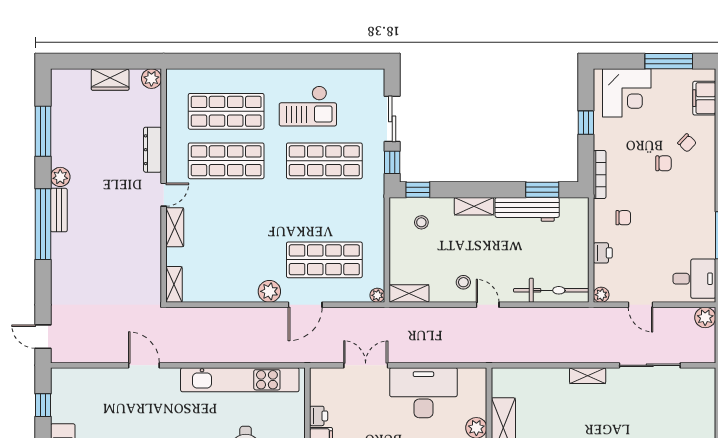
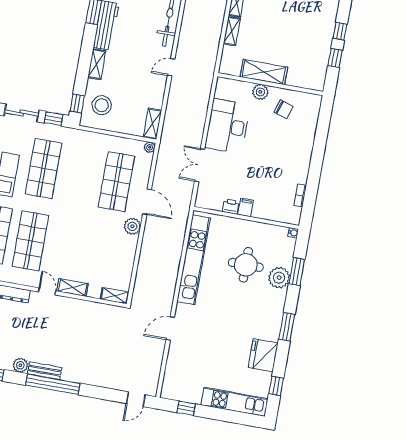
stool: (421, 222) -> (102, 105), width x1.89, depth x1.89
stool: (463, 282) -> (151, 82), removed
shelving: (550, 376) -> (232, 31), added

